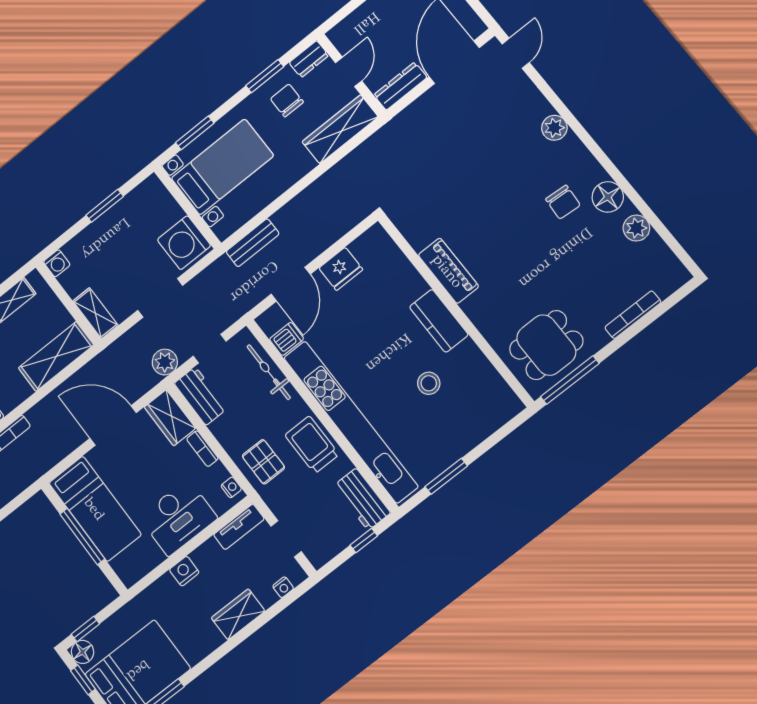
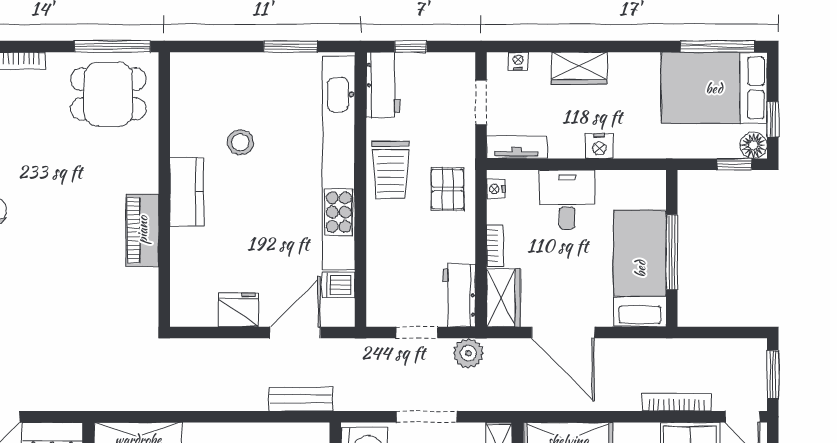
bicycle: (269, 372) -> (379, 267), removed
desk: (178, 518) -> (567, 200), width x0.73

